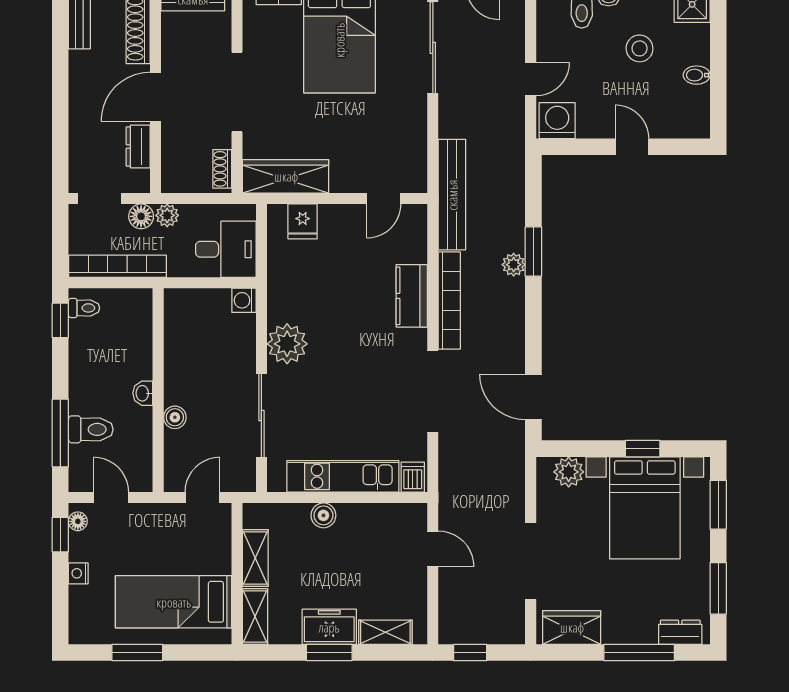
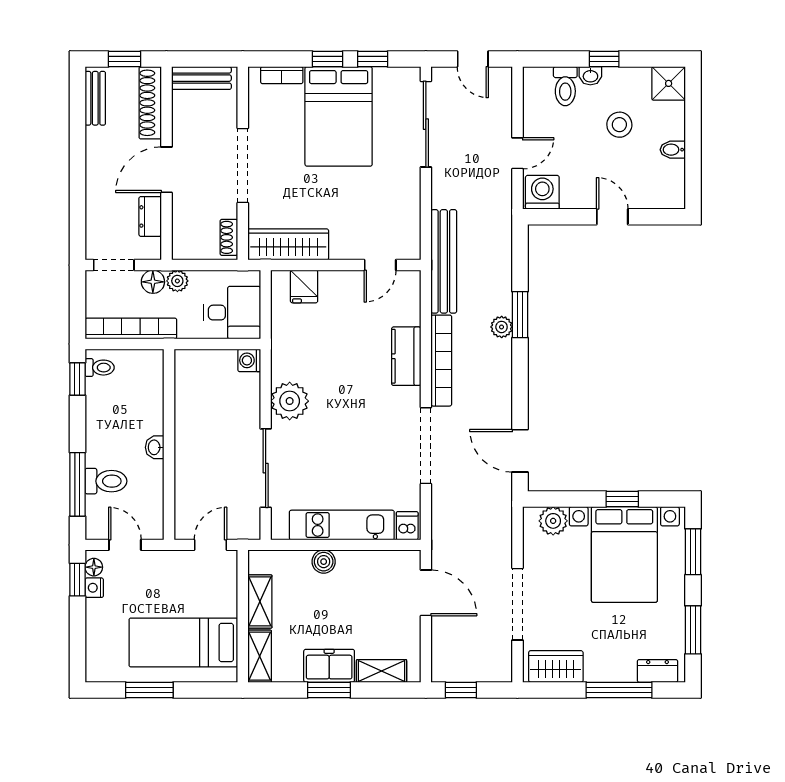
boiler: (175, 417) -> (185, 470), removed
door: (433, 549) -> (426, 593), width x1.38
nightstand: (78, 573) -> (94, 588), moved

